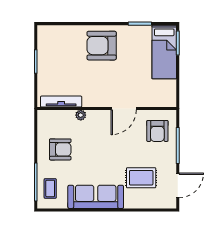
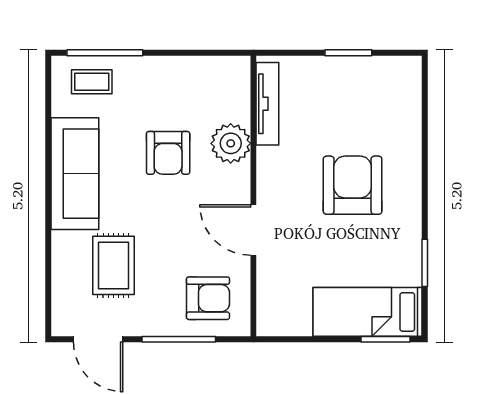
armchair: (102, 46) -> (353, 185), moved
plant: (81, 115) -> (231, 143), width x1.88, depth x1.88
armchair: (157, 131) -> (208, 298), turned 180
armchair: (60, 149) -> (168, 153), moved

